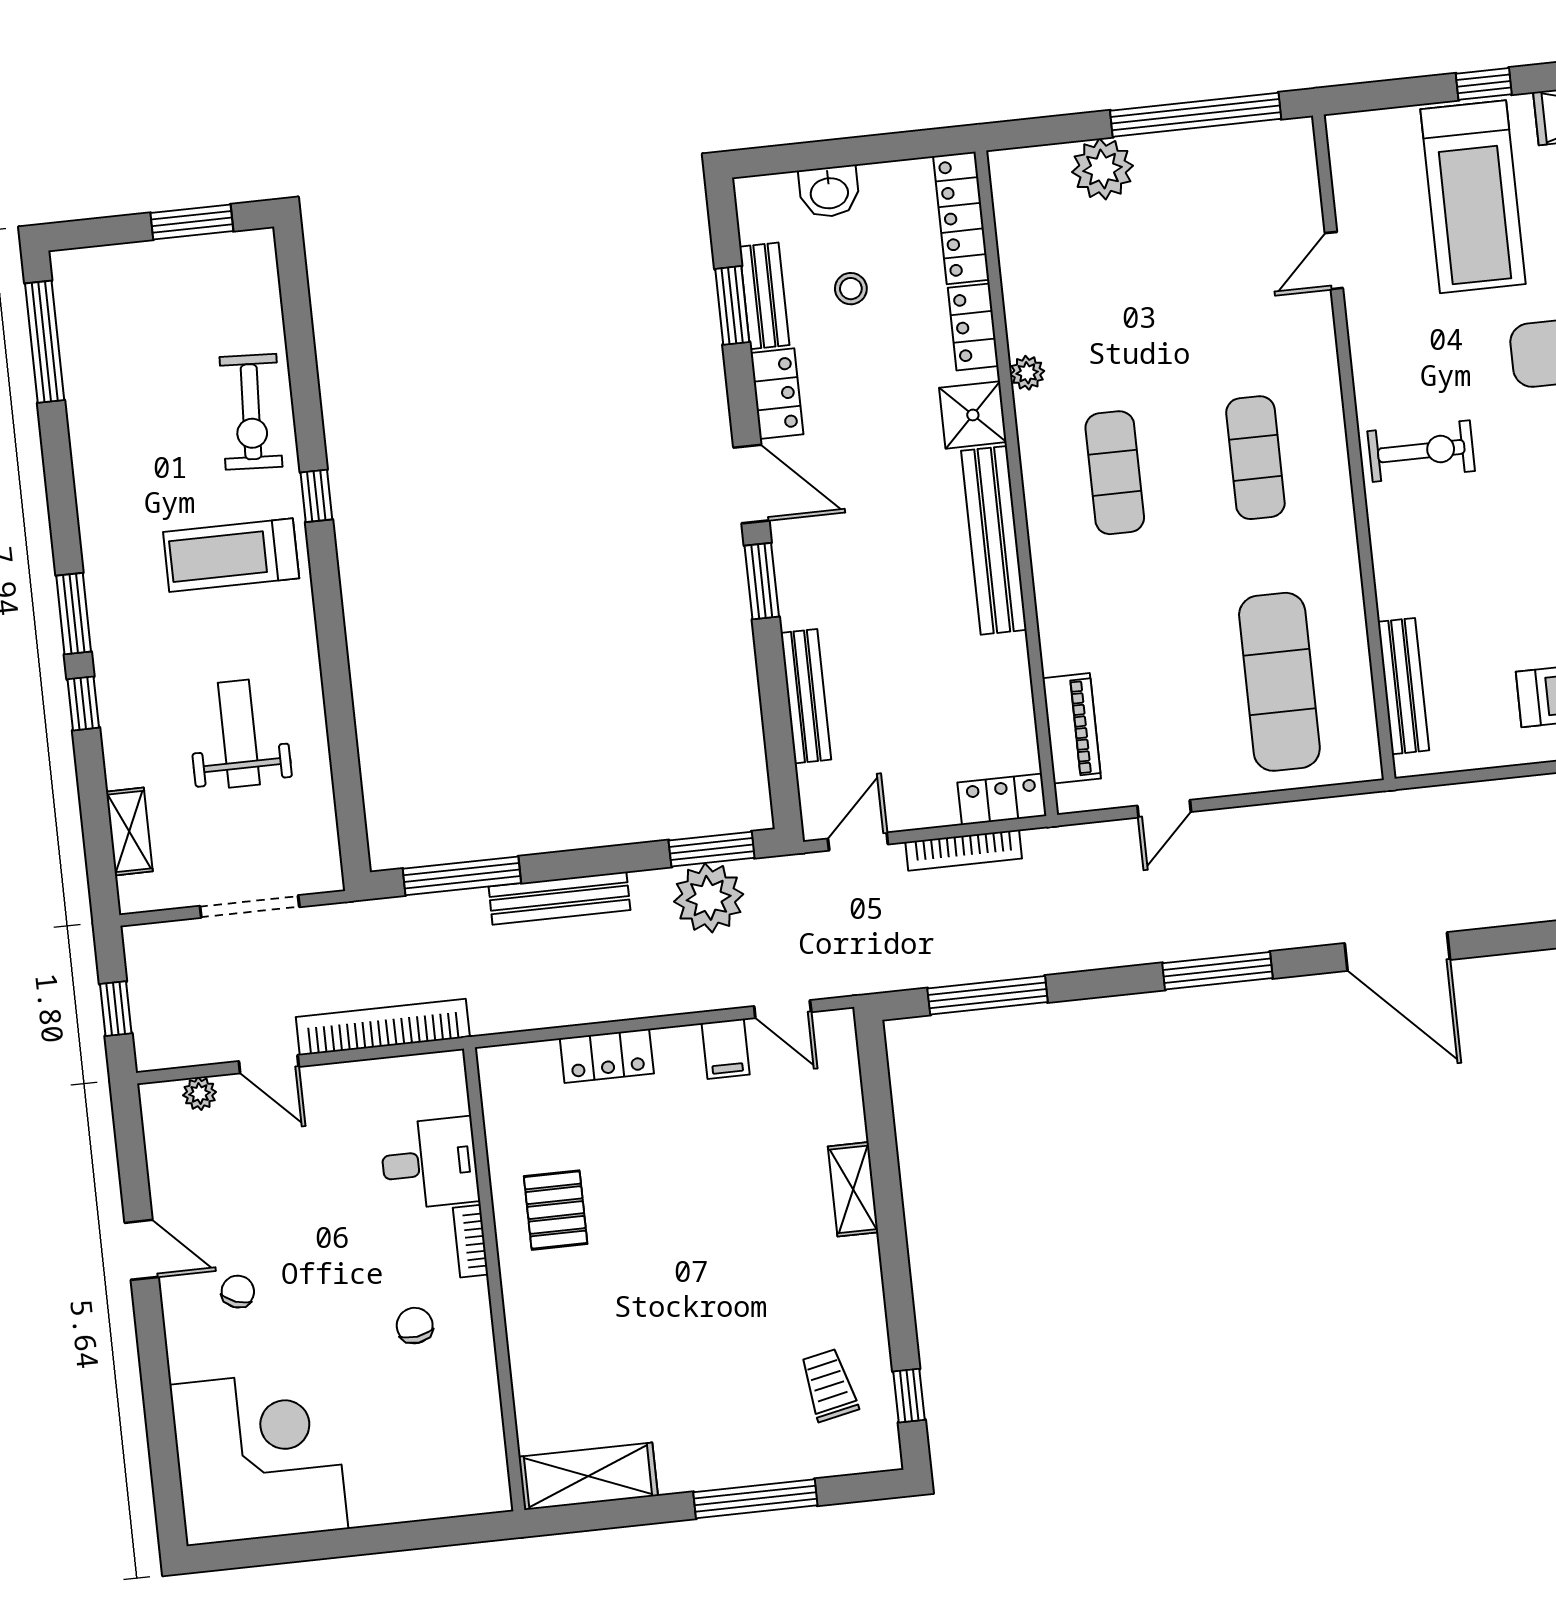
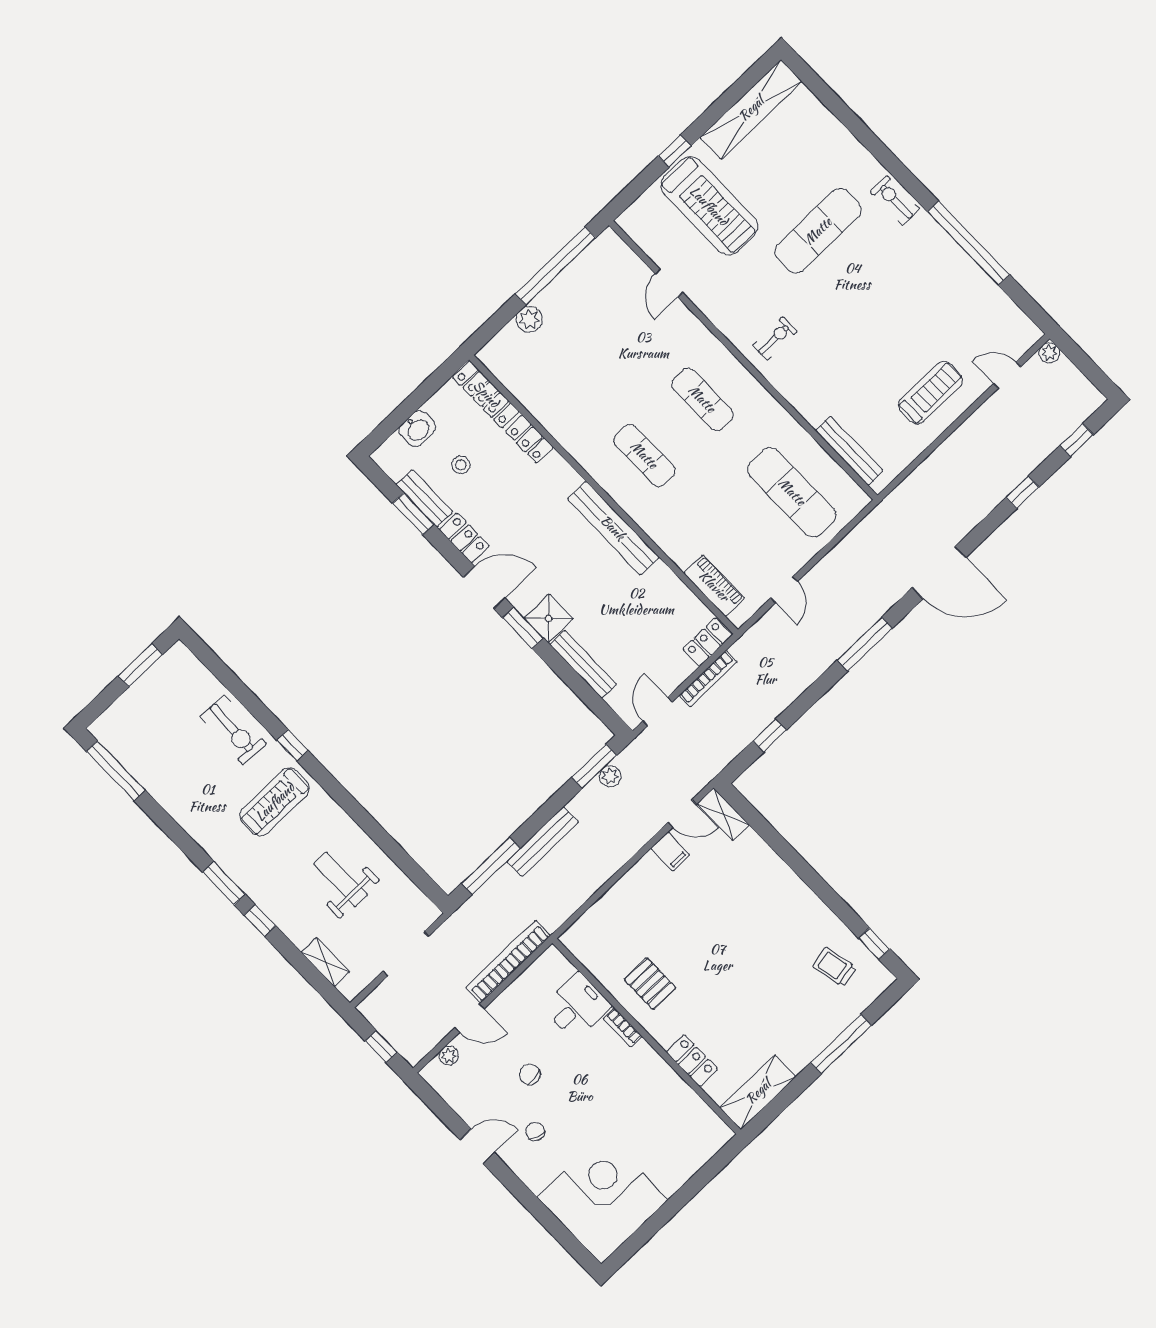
plant: (1103, 169) -> (529, 319), width x0.73, depth x0.73
plant: (1027, 373) -> (570, 441), removed
shower: (973, 415) -> (549, 618), moved
exercise bike: (1421, 451) -> (775, 338), width x0.73, depth x0.72
plant: (709, 898) -> (610, 776), width x0.53, depth x0.53
window: (988, 995) -> (770, 736), width x0.46
locker: (607, 1056) -> (692, 1061), moved, turned -90
shelving: (853, 1189) -> (723, 814), moved
chair: (415, 1326) -> (530, 1075), moved

